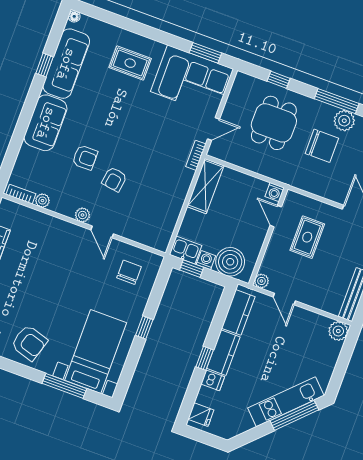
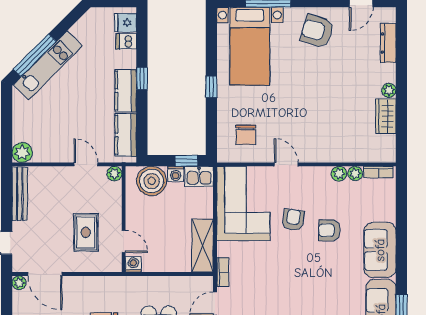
corner sofa: (154, 211) -> (243, 203), added
plant: (82, 215) -> (339, 174), moved
dishwasher: (213, 380) -> (126, 41), moved

